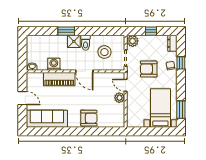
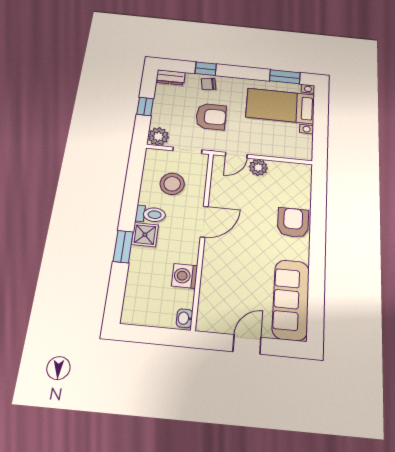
armchair: (149, 69) -> (211, 117), turned -90
piano: (59, 79) -> (215, 269), removed

